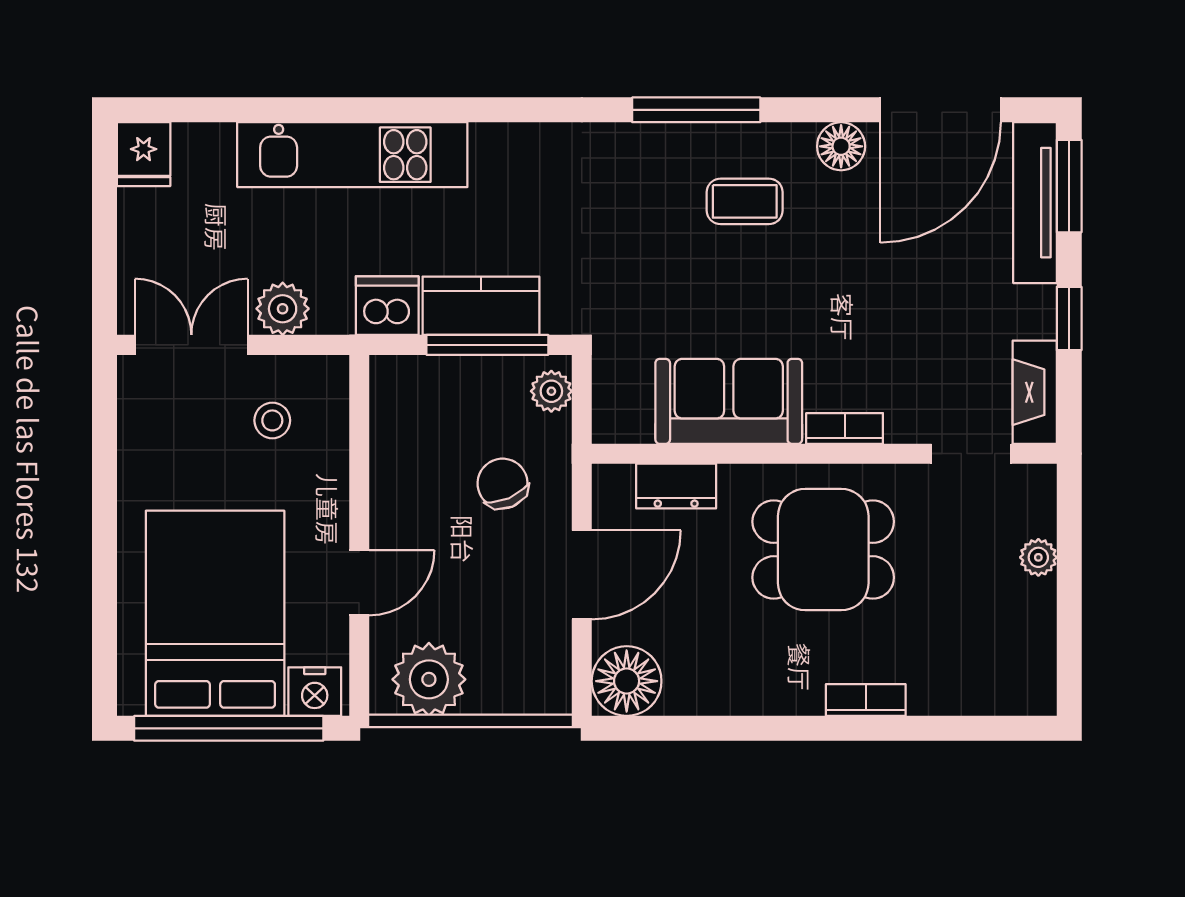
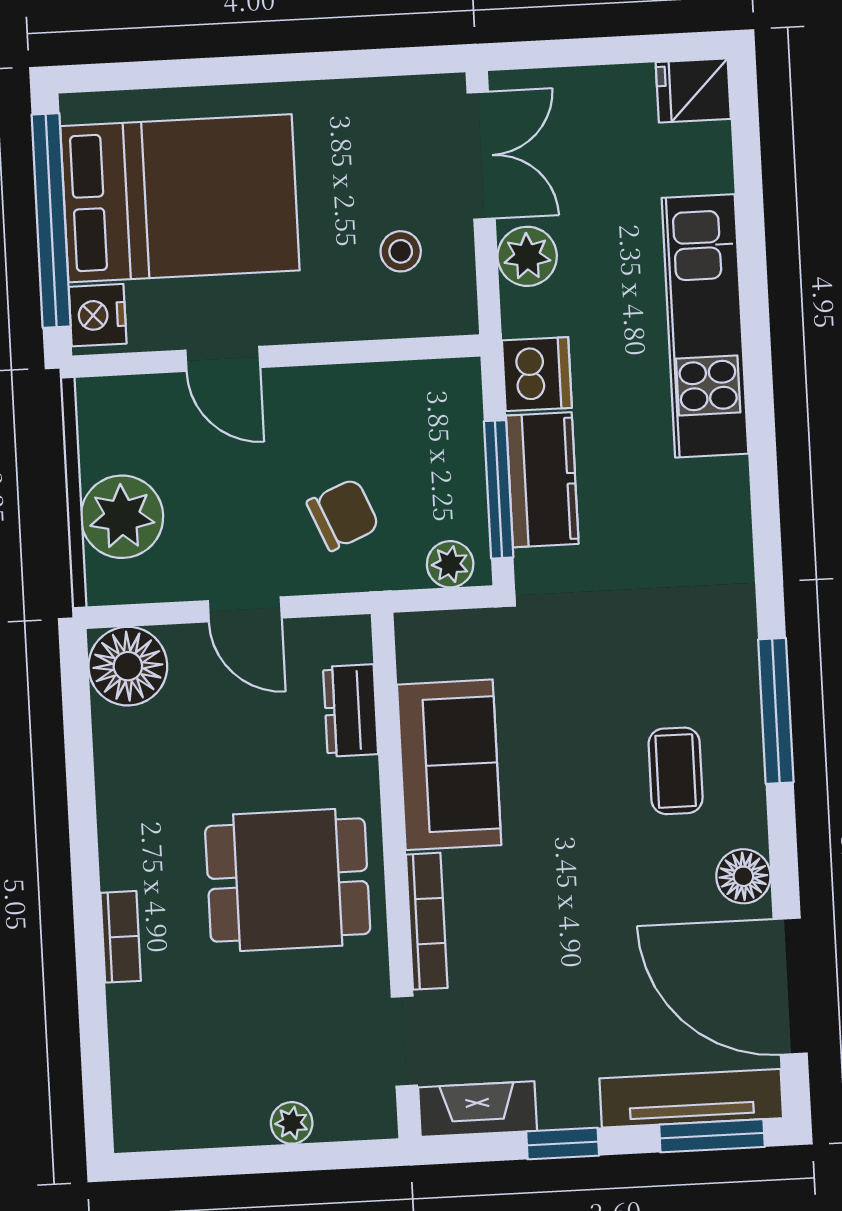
bookcase: (845, 428) -> (427, 921), width x1.56
dining table: (823, 550) -> (288, 880), turned 90
door: (582, 575) -> (245, 609), width x0.73
plant: (429, 679) -> (122, 517), moved

